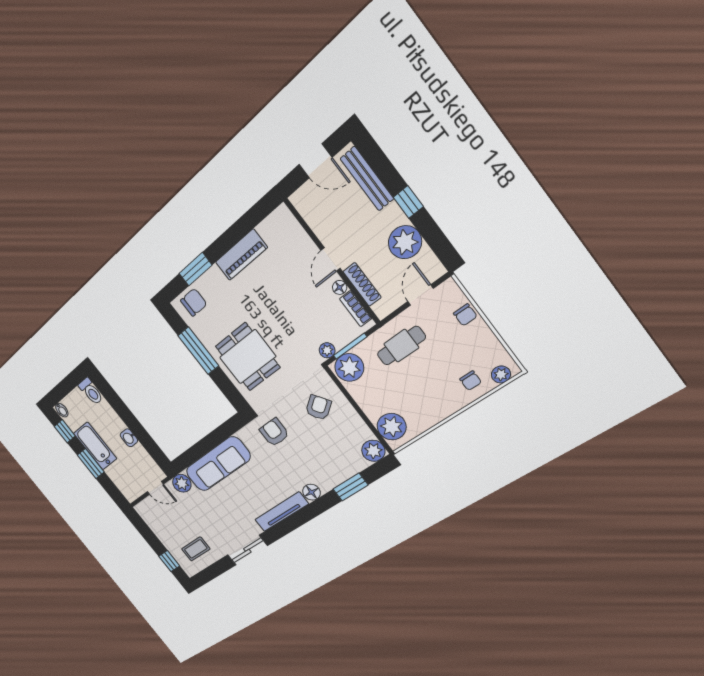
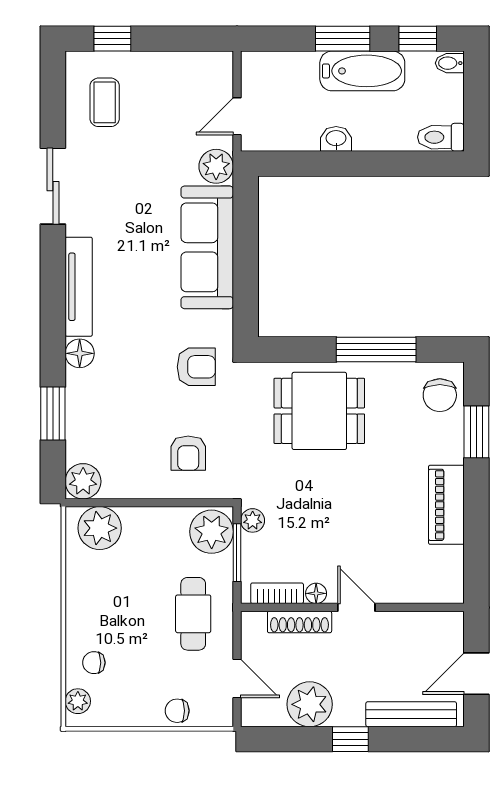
armchair: (318, 407) -> (188, 453), turned 36

